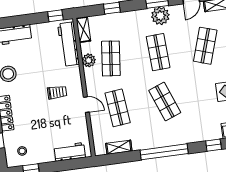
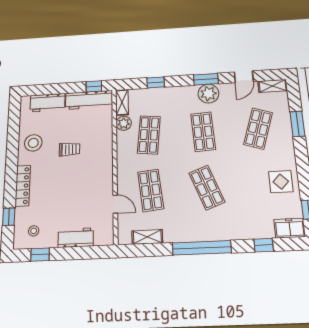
workbench: (69, 44) -> (89, 100), moved, turned -90
plant: (89, 60) -> (124, 123), moved
trolley: (57, 92) -> (69, 149), moved
door: (86, 105) -> (115, 204), moved
workbench: (70, 152) -> (76, 238), moved

